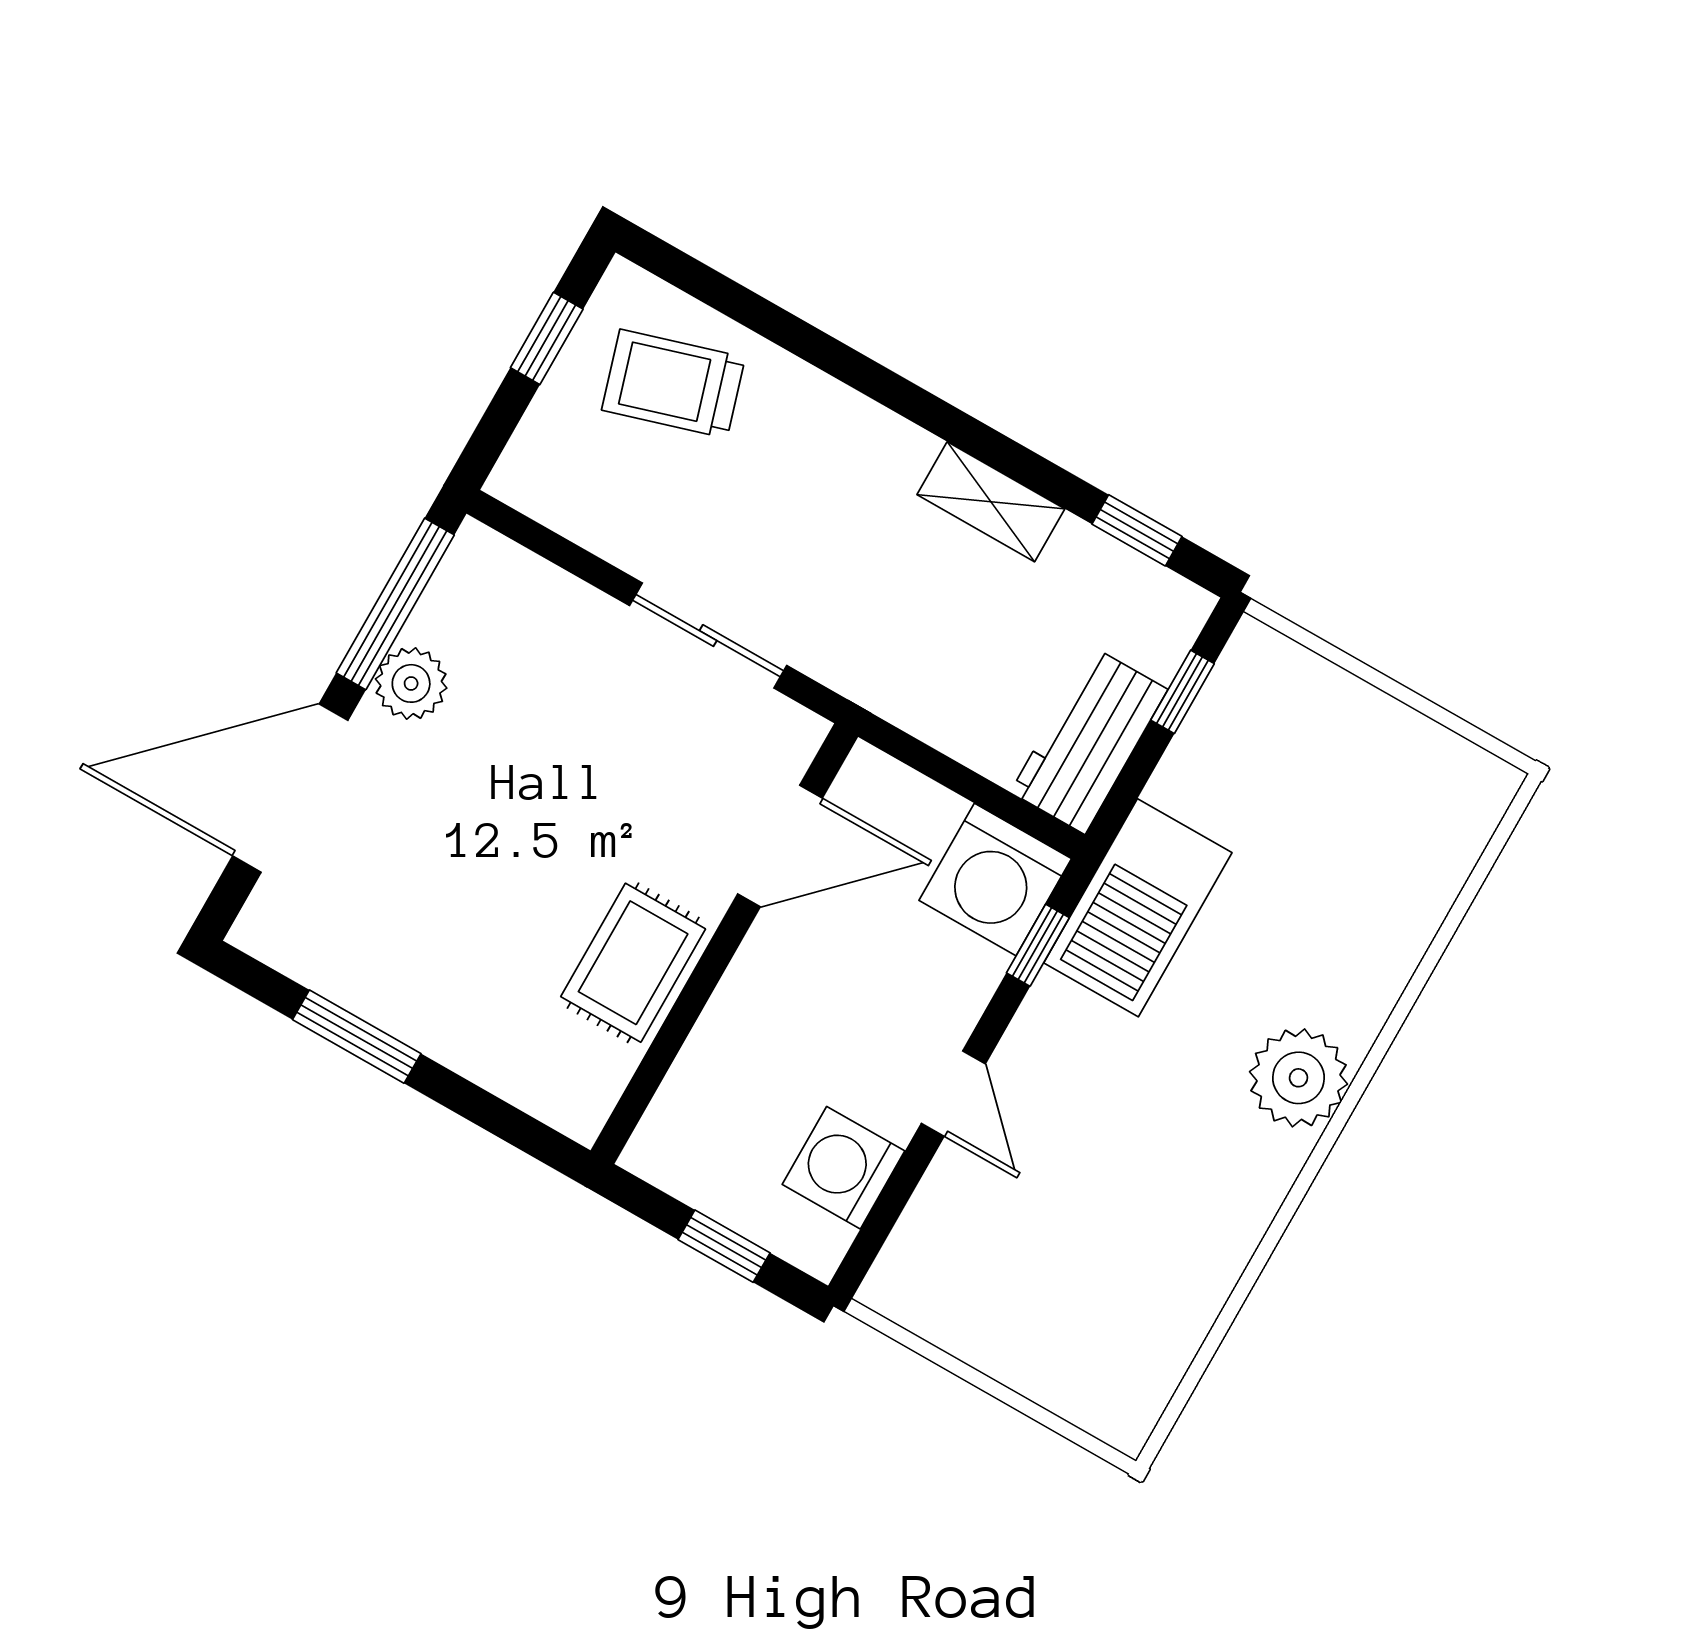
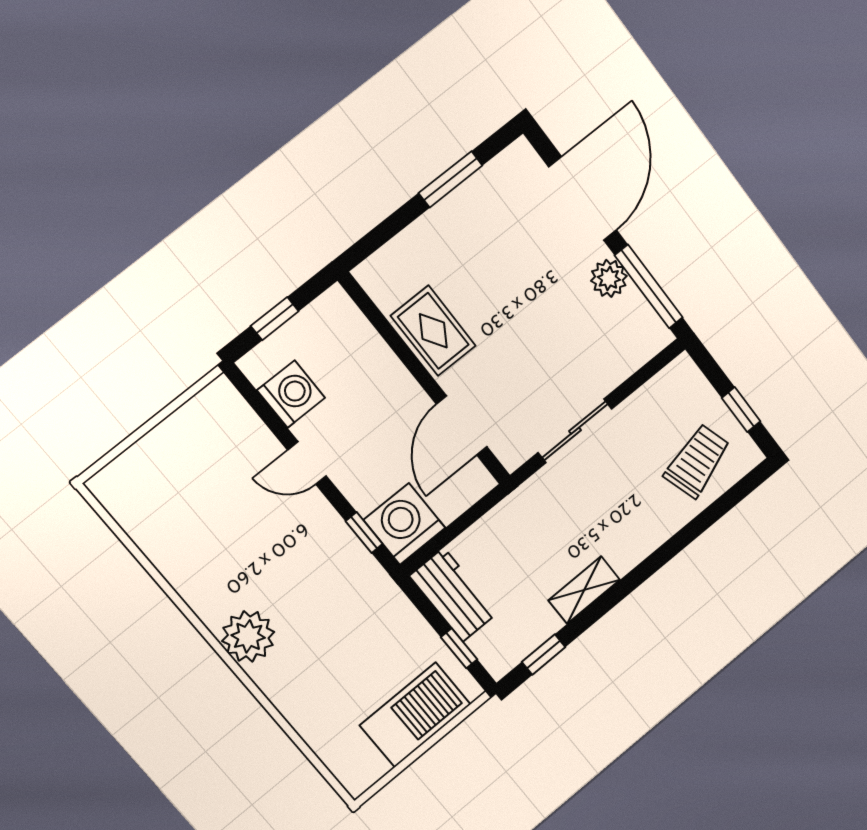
barbecue: (1138, 908) -> (415, 715), moved, turned 90

